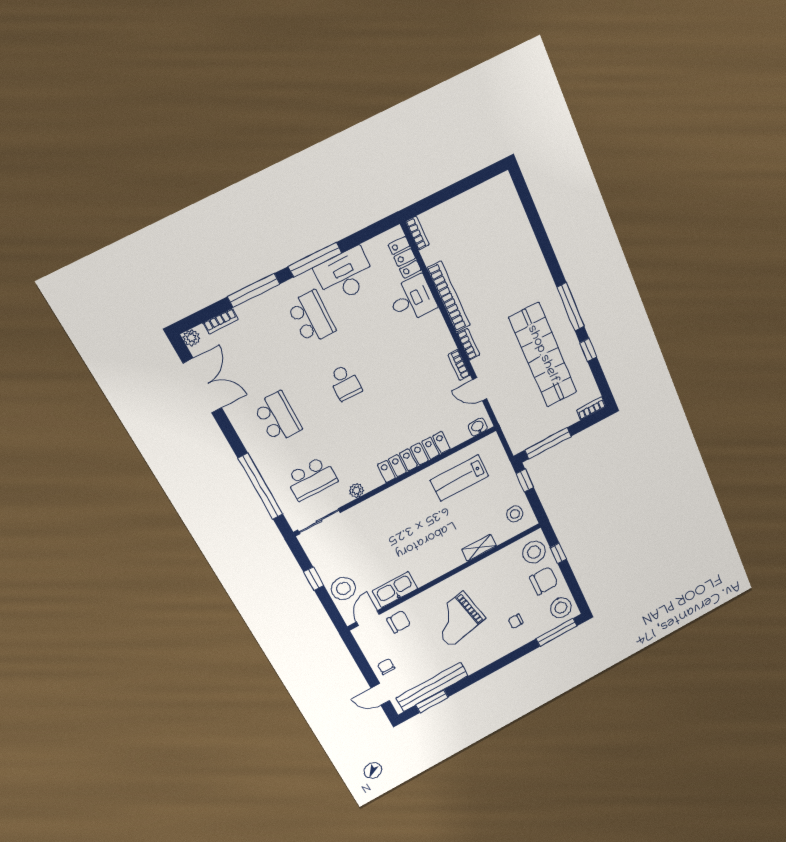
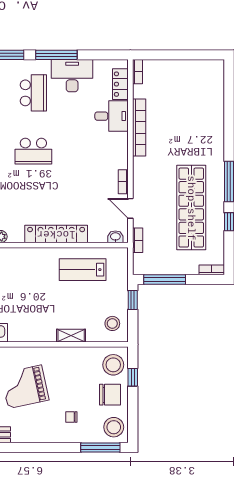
bookcase: (468, 344) -> (138, 240), moved
school desk: (345, 383) -> (33, 151), width x1.85

